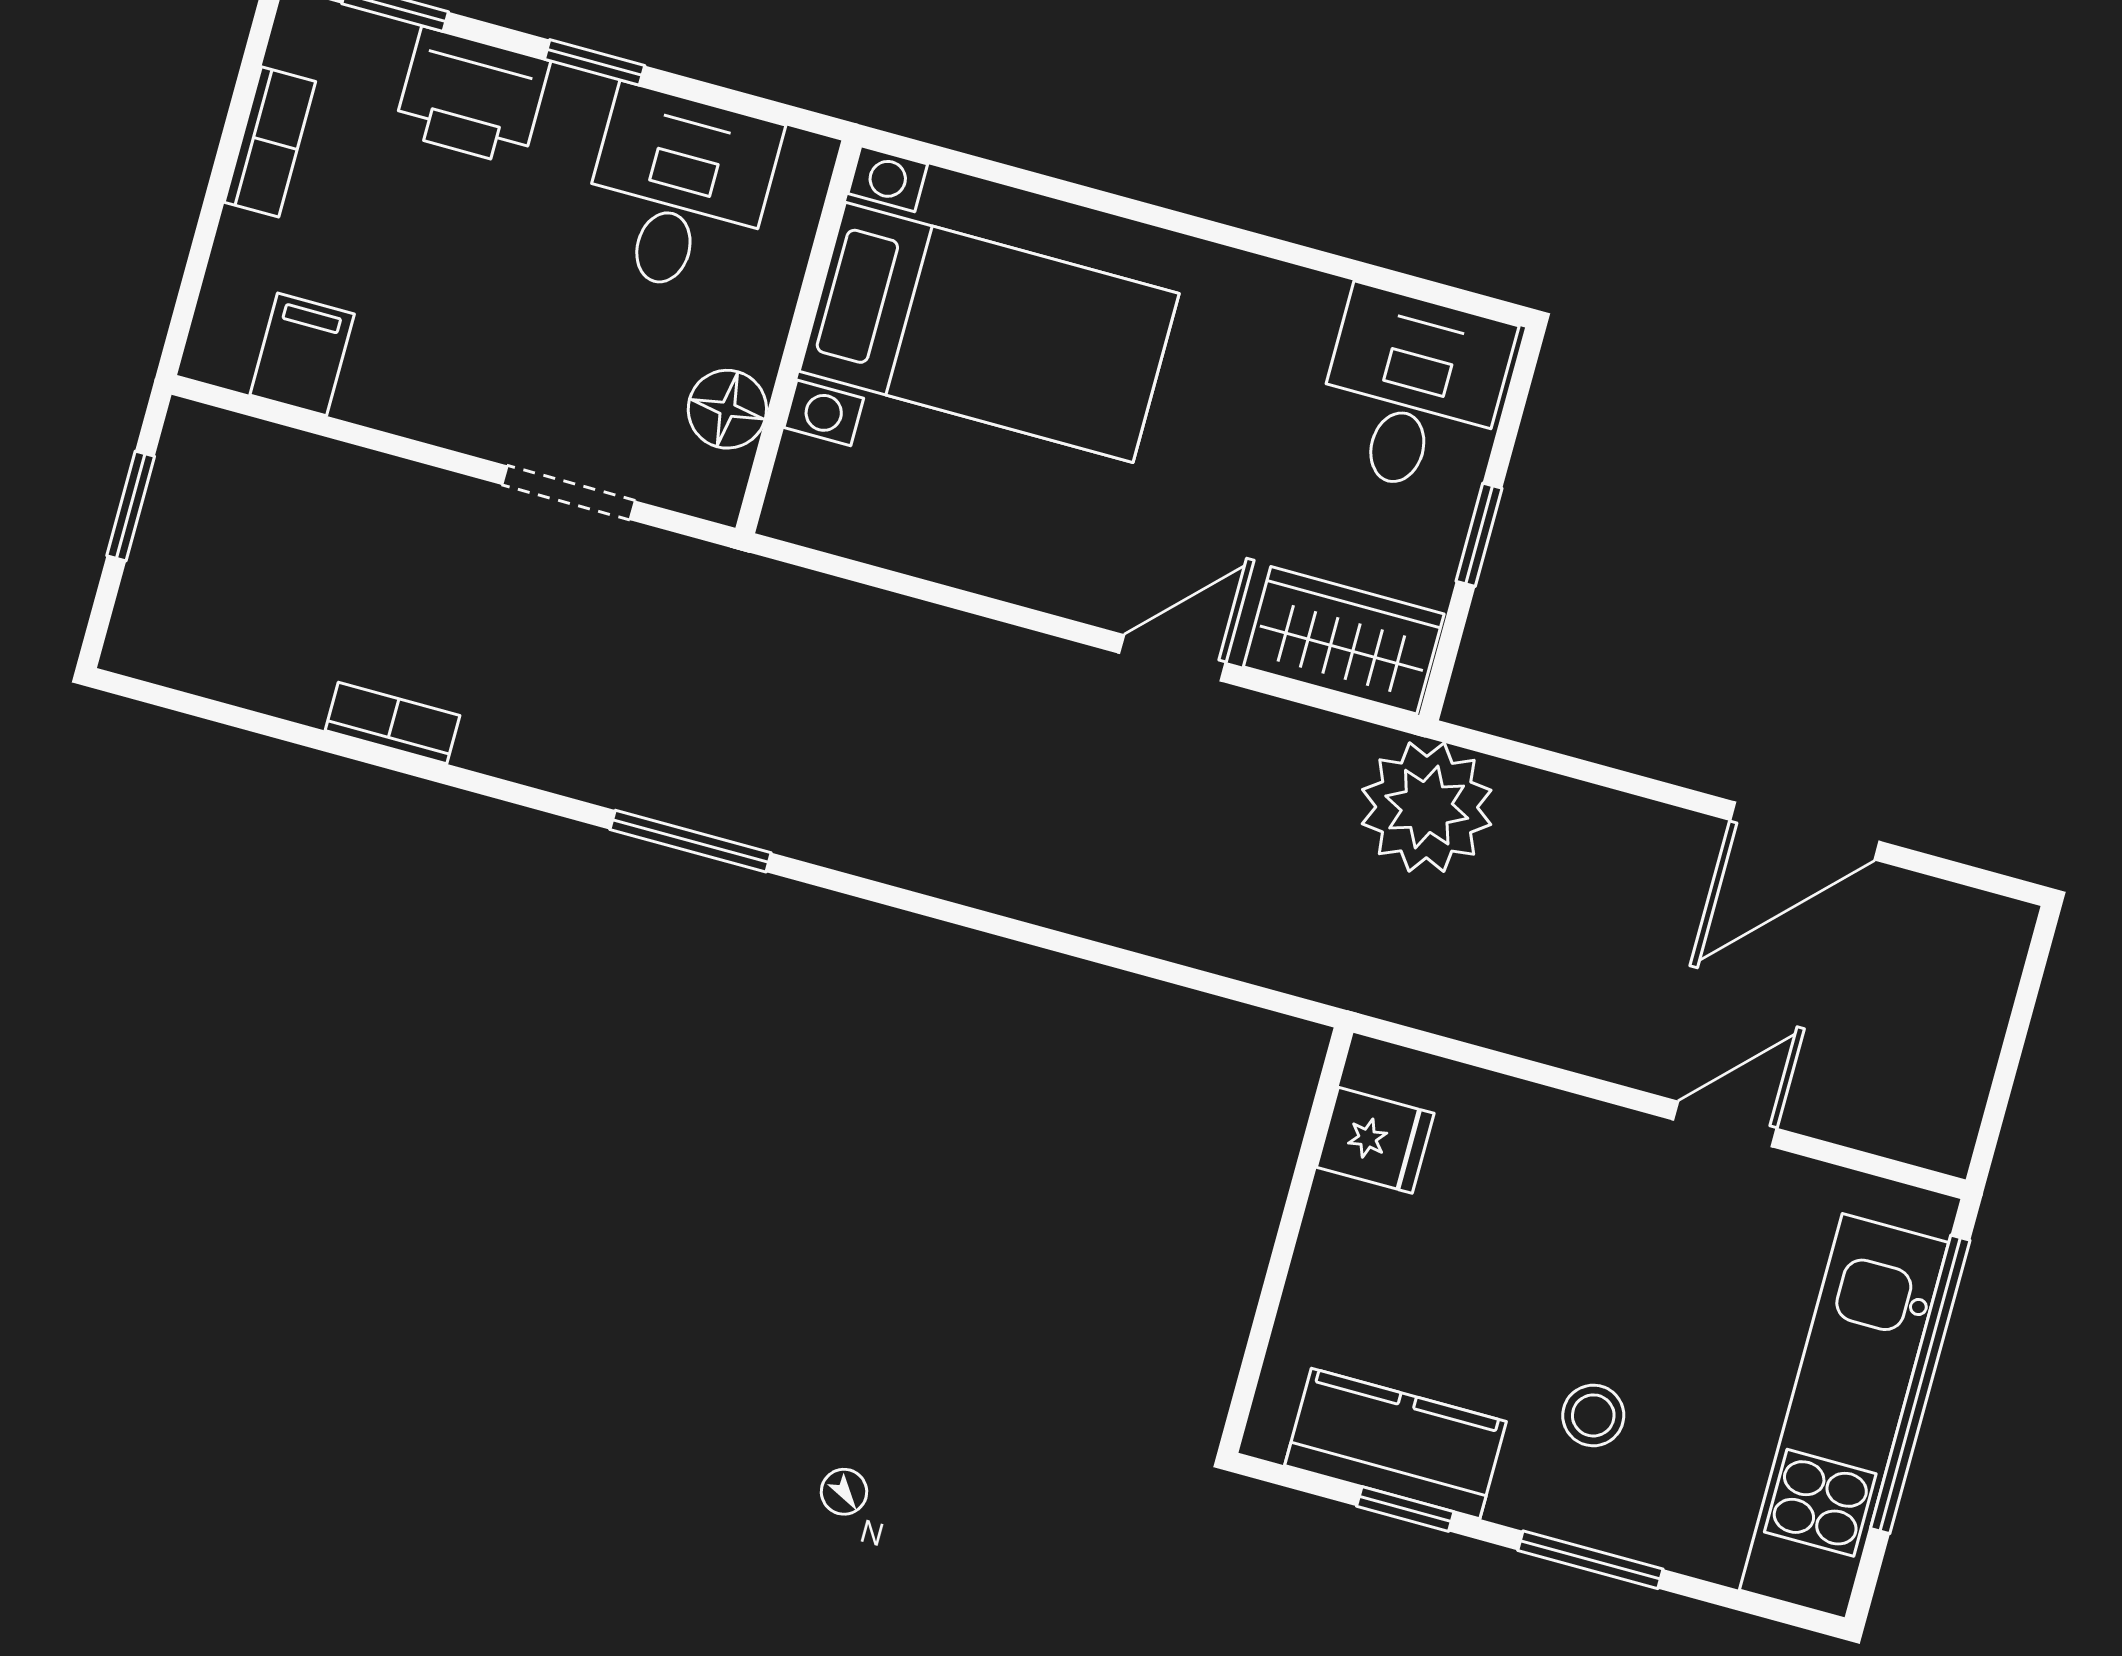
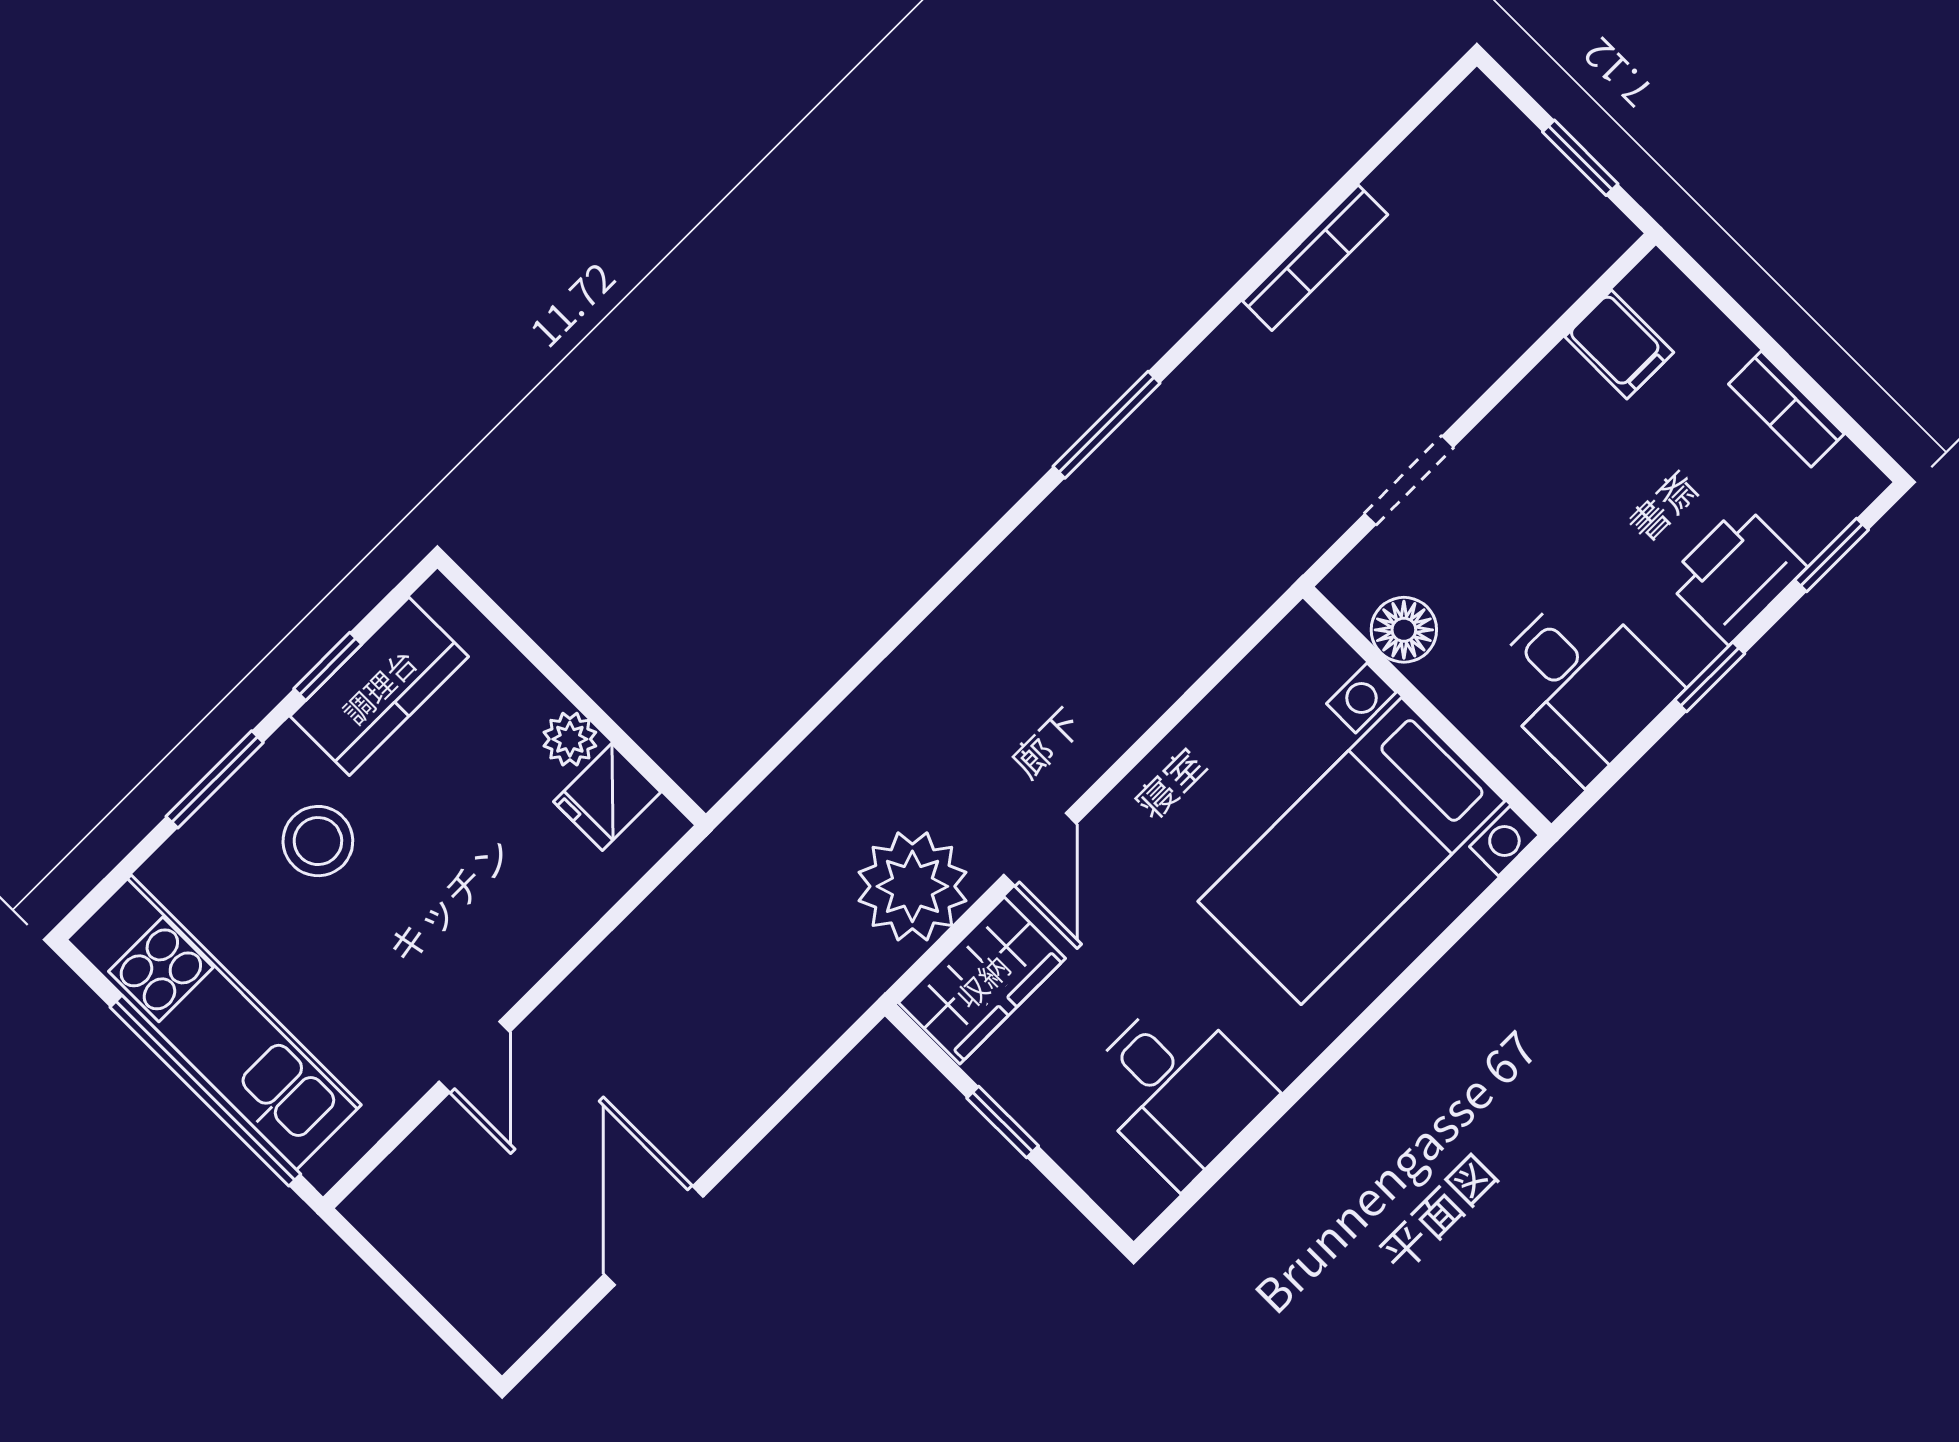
desk: (1412, 392) -> (1177, 1089), moved
bookcase: (392, 723) -> (1315, 258), width x1.56
plant: (1427, 807) -> (912, 886), moved
plant: (1337, 1213) -> (570, 739), added
stool: (1593, 1415) -> (318, 841), width x1.37, depth x1.37

